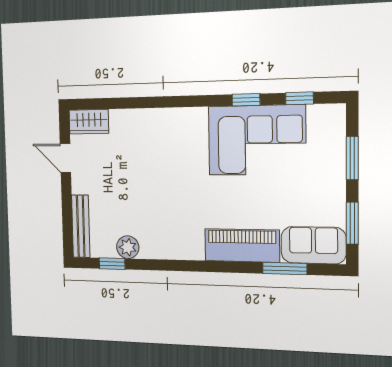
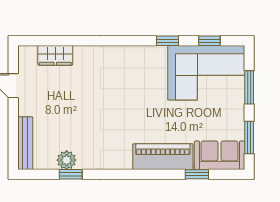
wardrobe: (89, 122) -> (55, 55), moved
corner sofa: (257, 140) -> (206, 73), moved
window: (112, 264) -> (71, 174), moved
window: (285, 268) -> (197, 174), width x0.67

